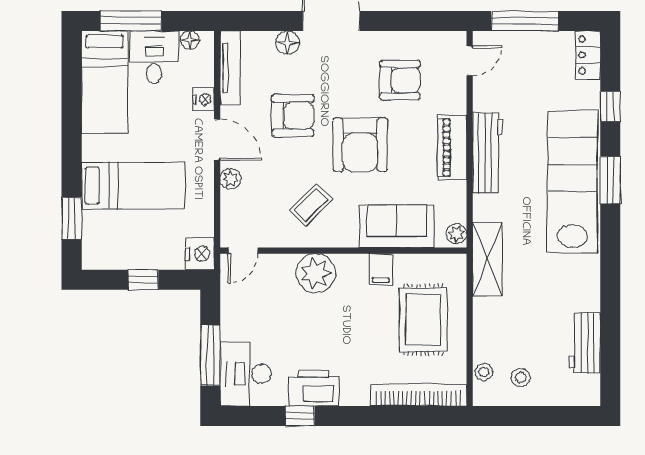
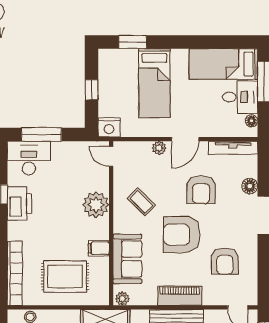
nightstand: (204, 99) -> (212, 130), removed

